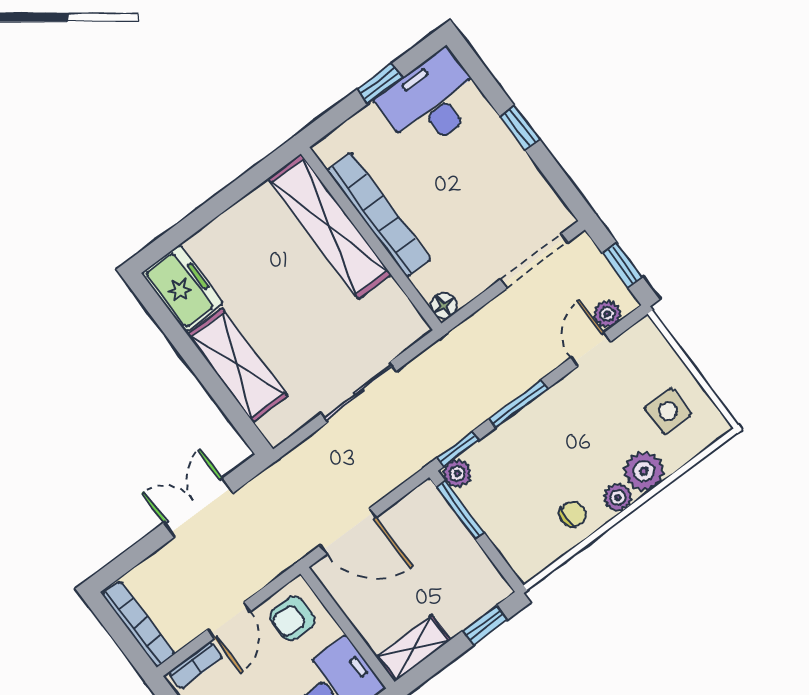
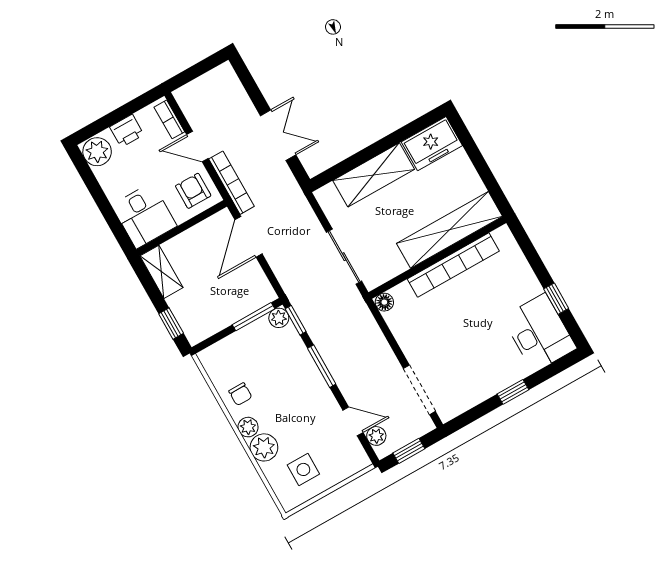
bookcase: (379, 215) -> (453, 265), moved
shelving: (330, 226) -> (450, 230), moved
wall: (371, 239) -> (437, 258), moved
floor lamp: (444, 306) -> (384, 302), moved
bookcase: (139, 624) -> (231, 183), moved, turned -90

